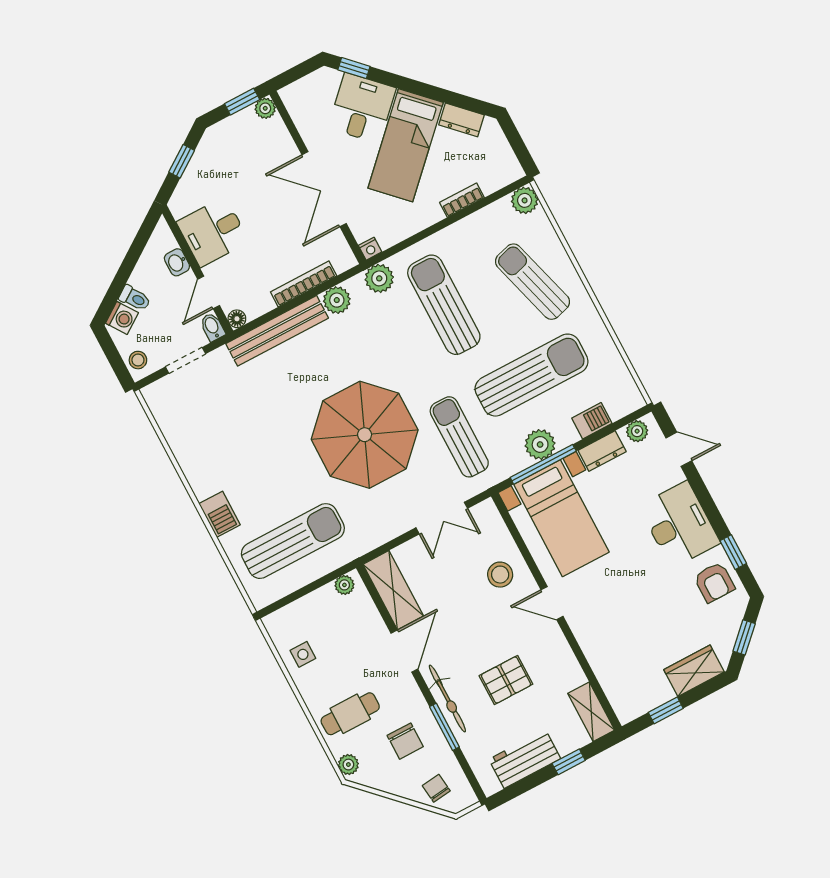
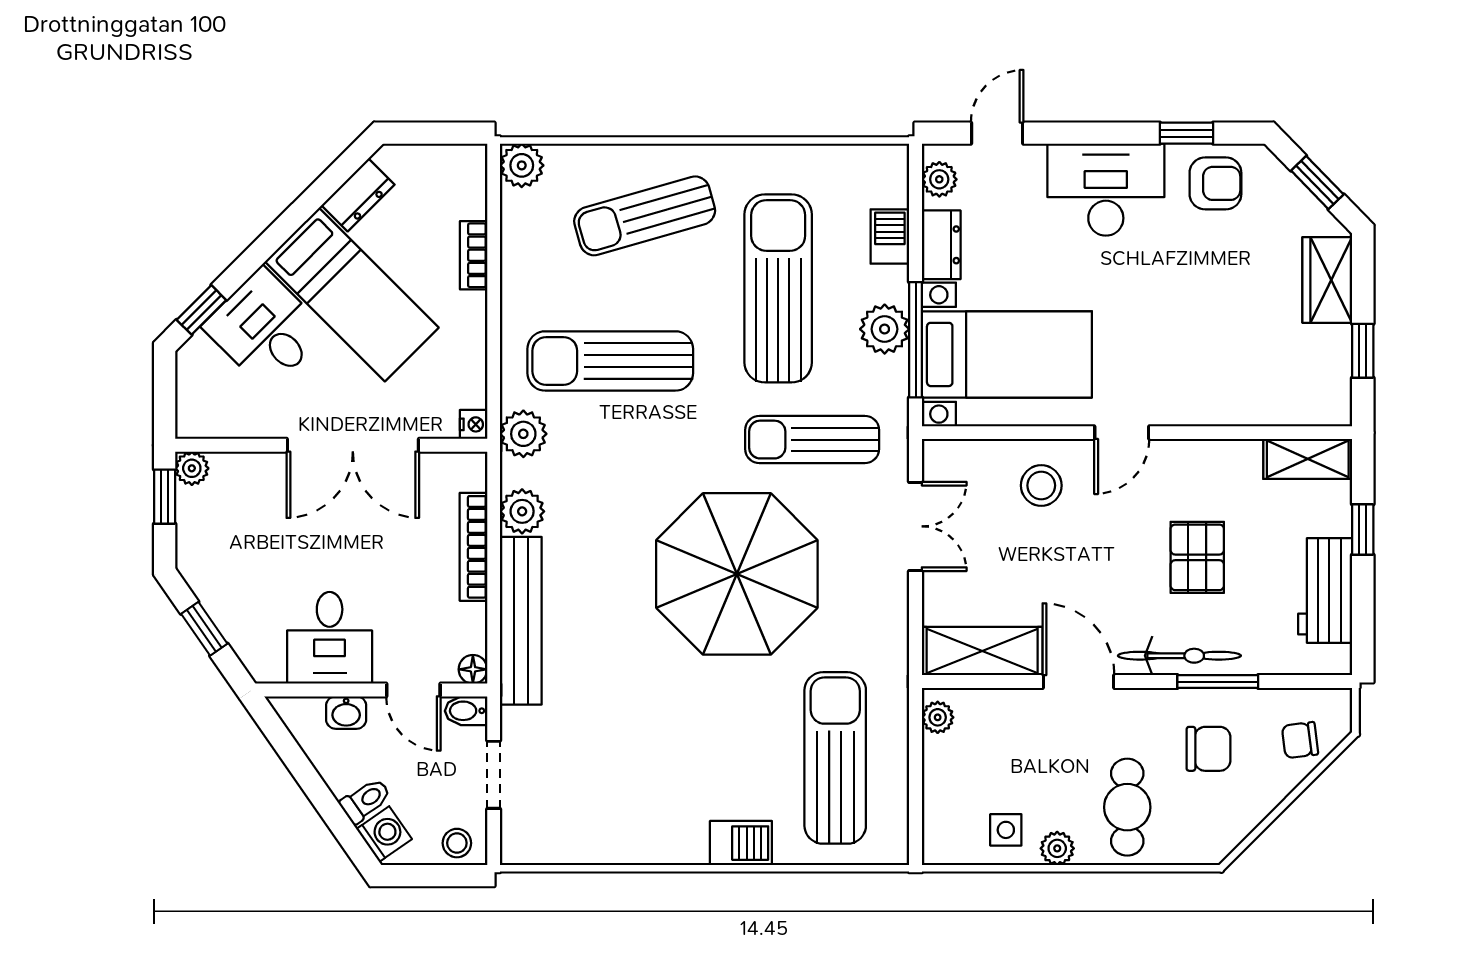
plant: (348, 765) -> (1057, 848), moved

